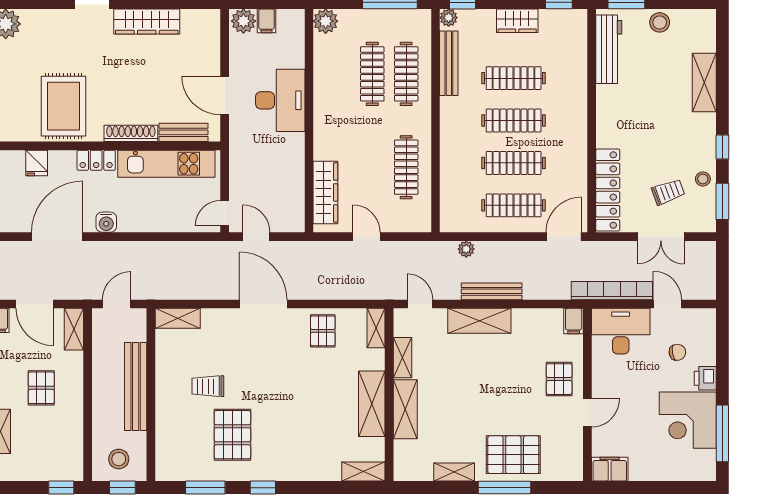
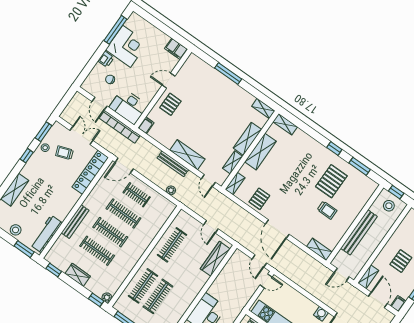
bench: (449, 63) -> (75, 222), moved
clothes rail: (514, 205) -> (137, 195), width x0.73
pallet: (513, 455) -> (214, 85), removed
shelving: (454, 472) -> (263, 109), moved

